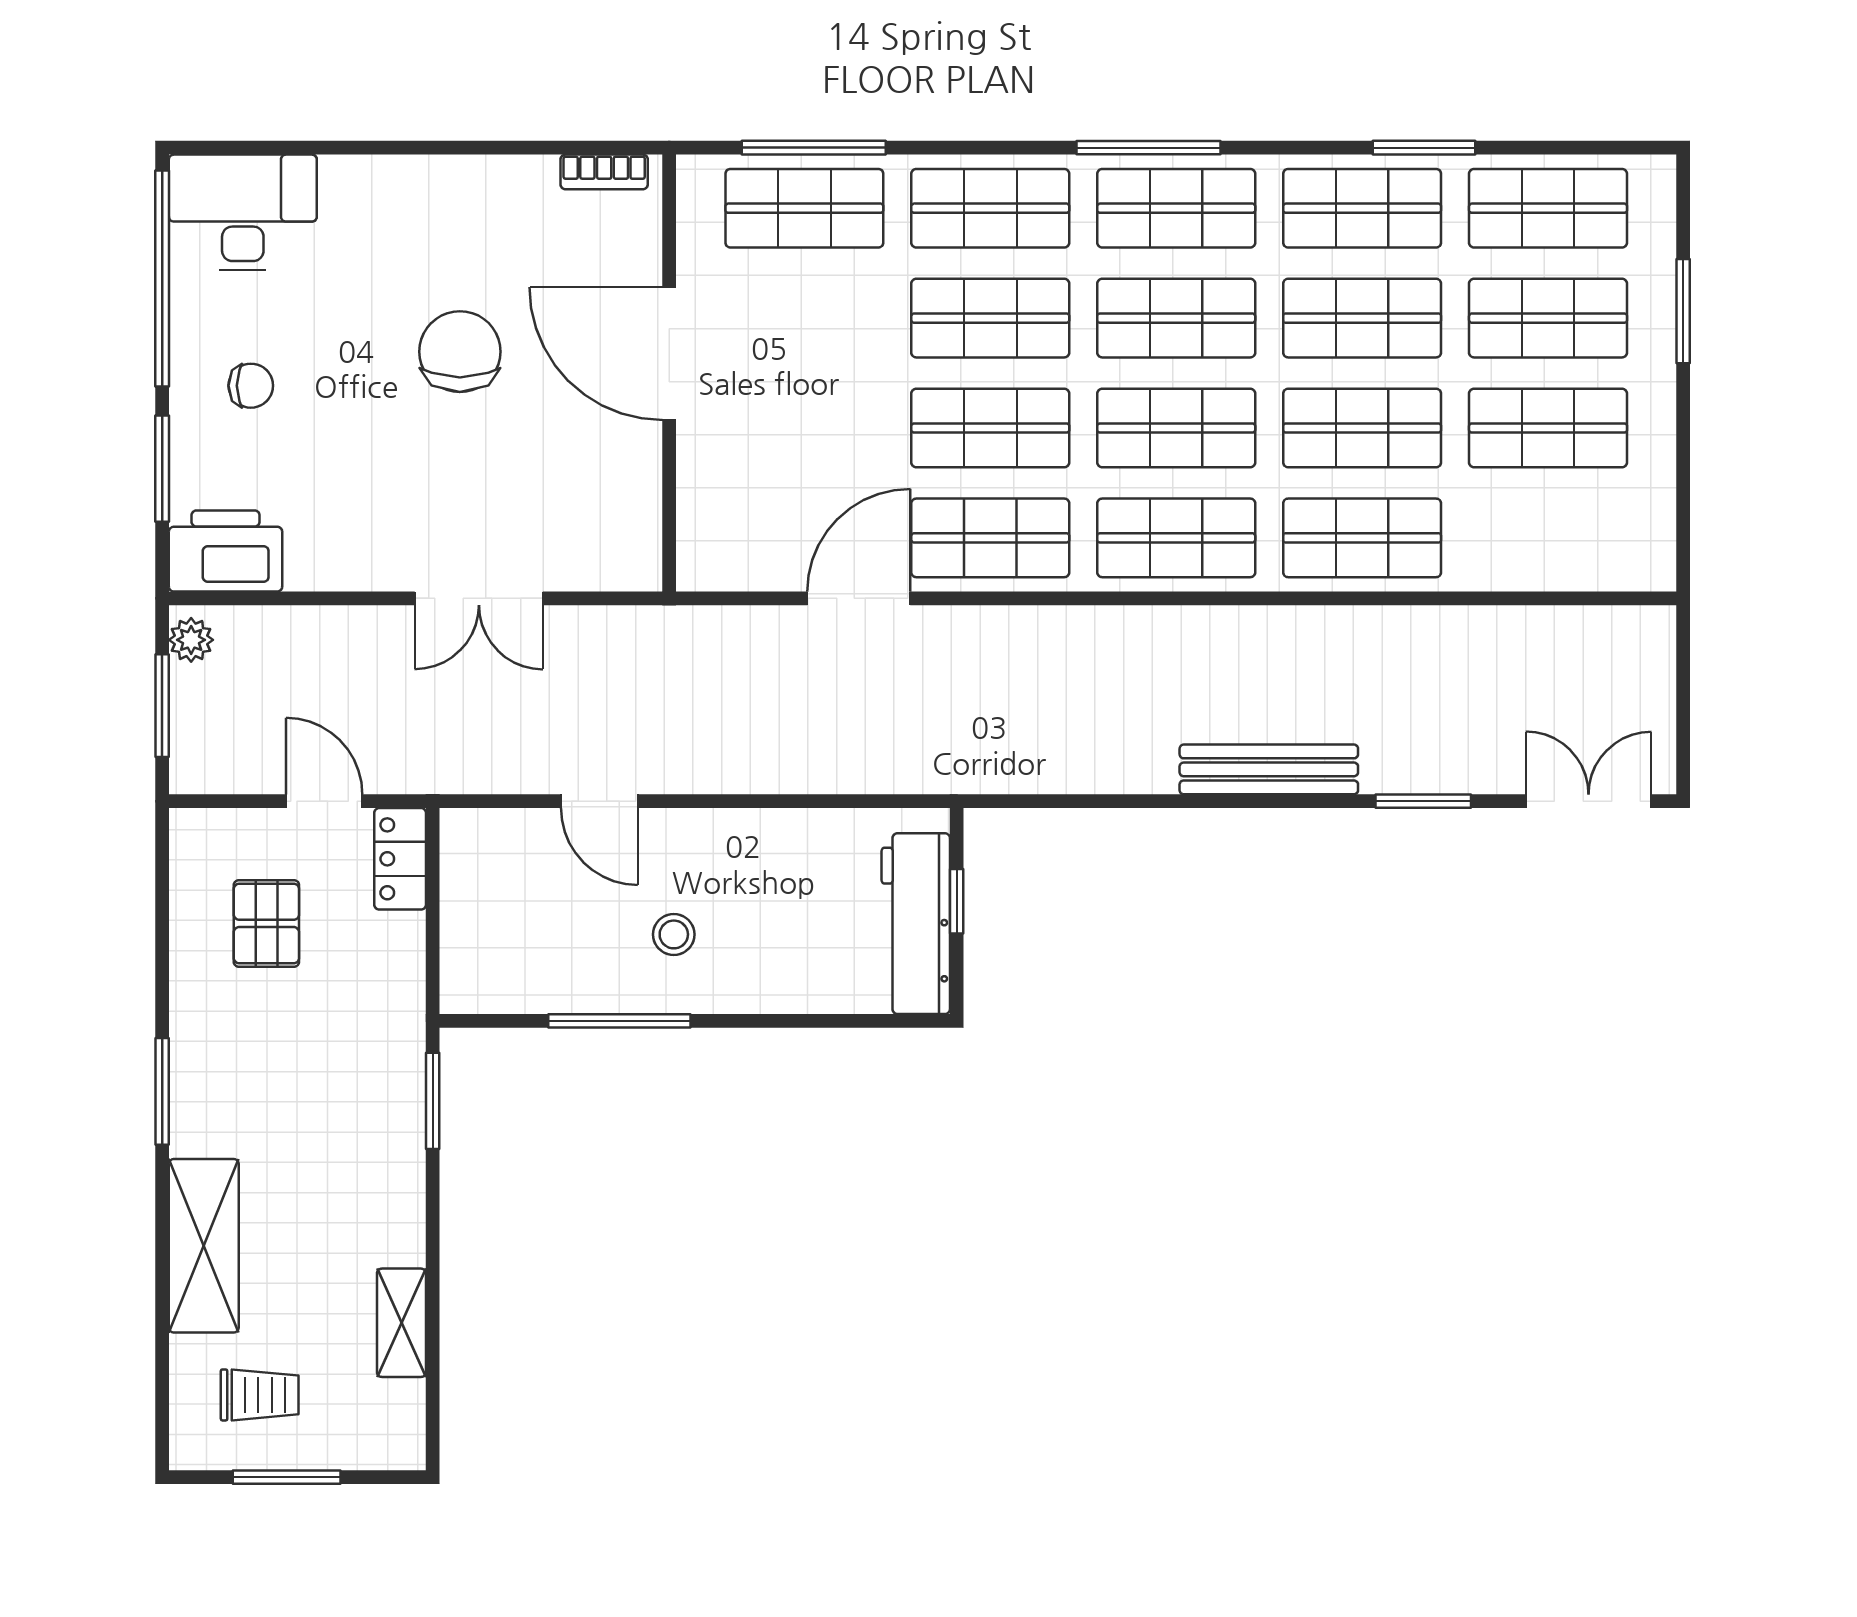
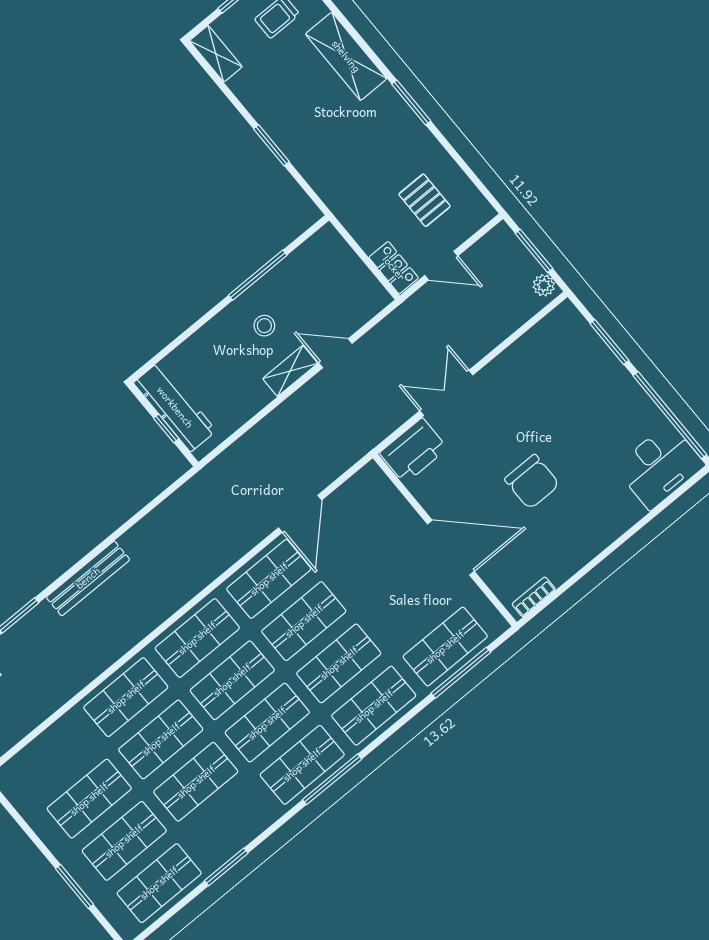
shop shelf: (1362, 208) -> (231, 824), removed
chair: (251, 386) -> (602, 402), removed
printer: (226, 551) -> (414, 451), moved
shelving: (692, 832) -> (290, 371), added
window: (433, 1101) -> (271, 145), moved
shelving: (401, 1323) -> (216, 54), moved

